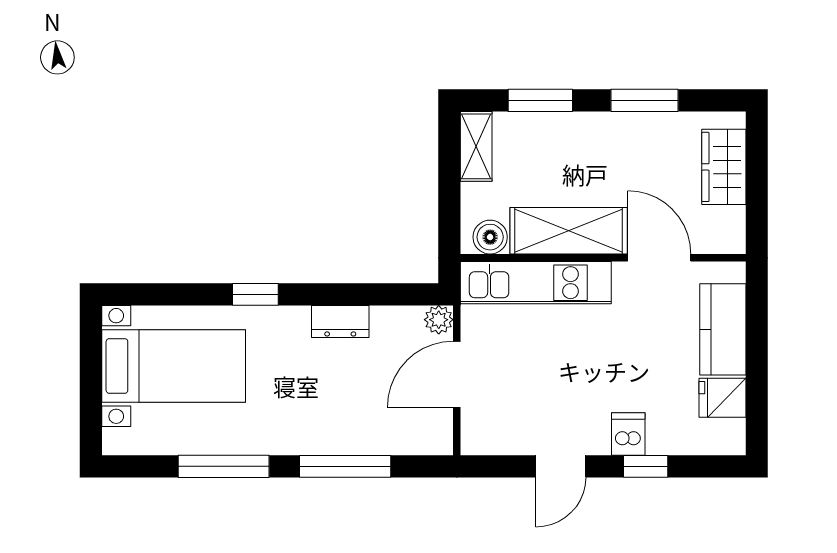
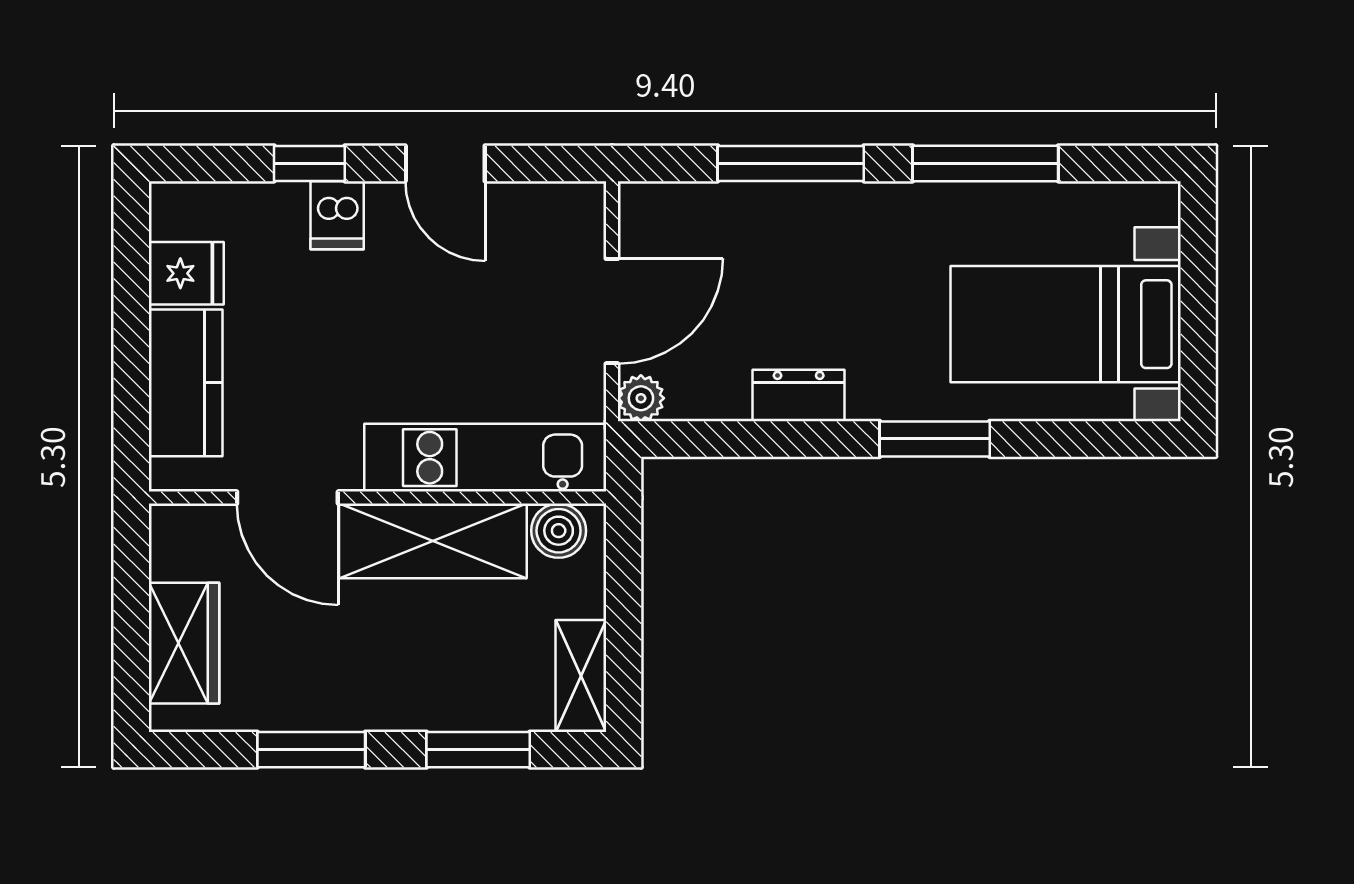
window: (255, 294) -> (935, 439), width x1.50
door: (561, 466) -> (445, 163), swing flipped

